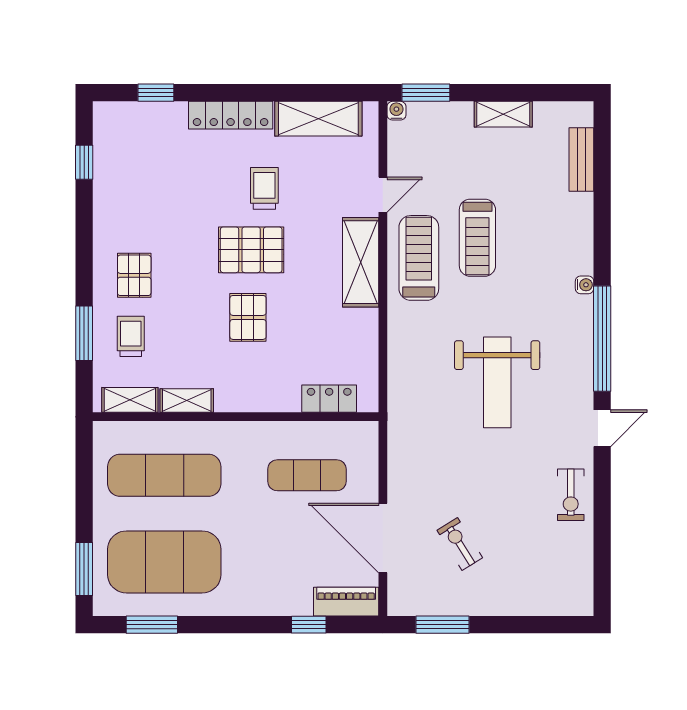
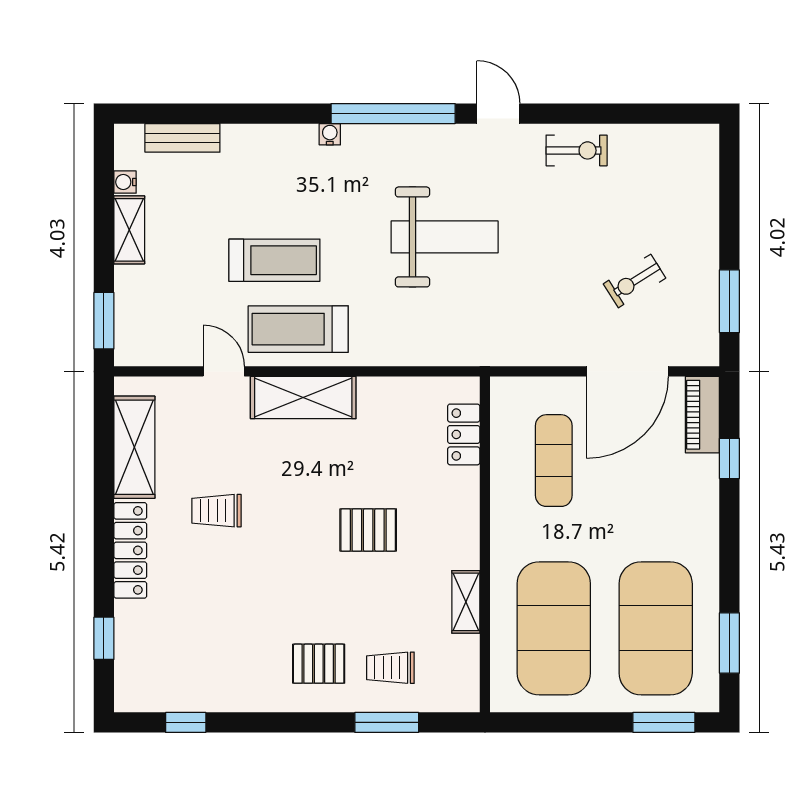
water cooler: (396, 111) -> (125, 182), moved
pallet: (251, 250) -> (289, 526), removed
shelving: (130, 400) -> (465, 669), removed
exercise mat: (164, 475) -> (554, 628), width x1.47

